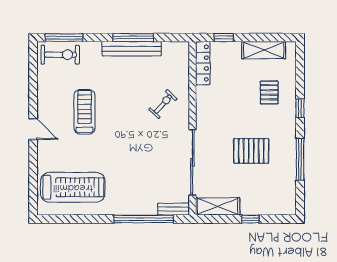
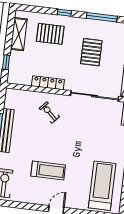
locker: (203, 63) -> (48, 83), moved
pallet: (269, 92) -> (50, 34), width x1.50, depth x1.42
treadmill: (84, 112) -> (48, 171), turned 180

